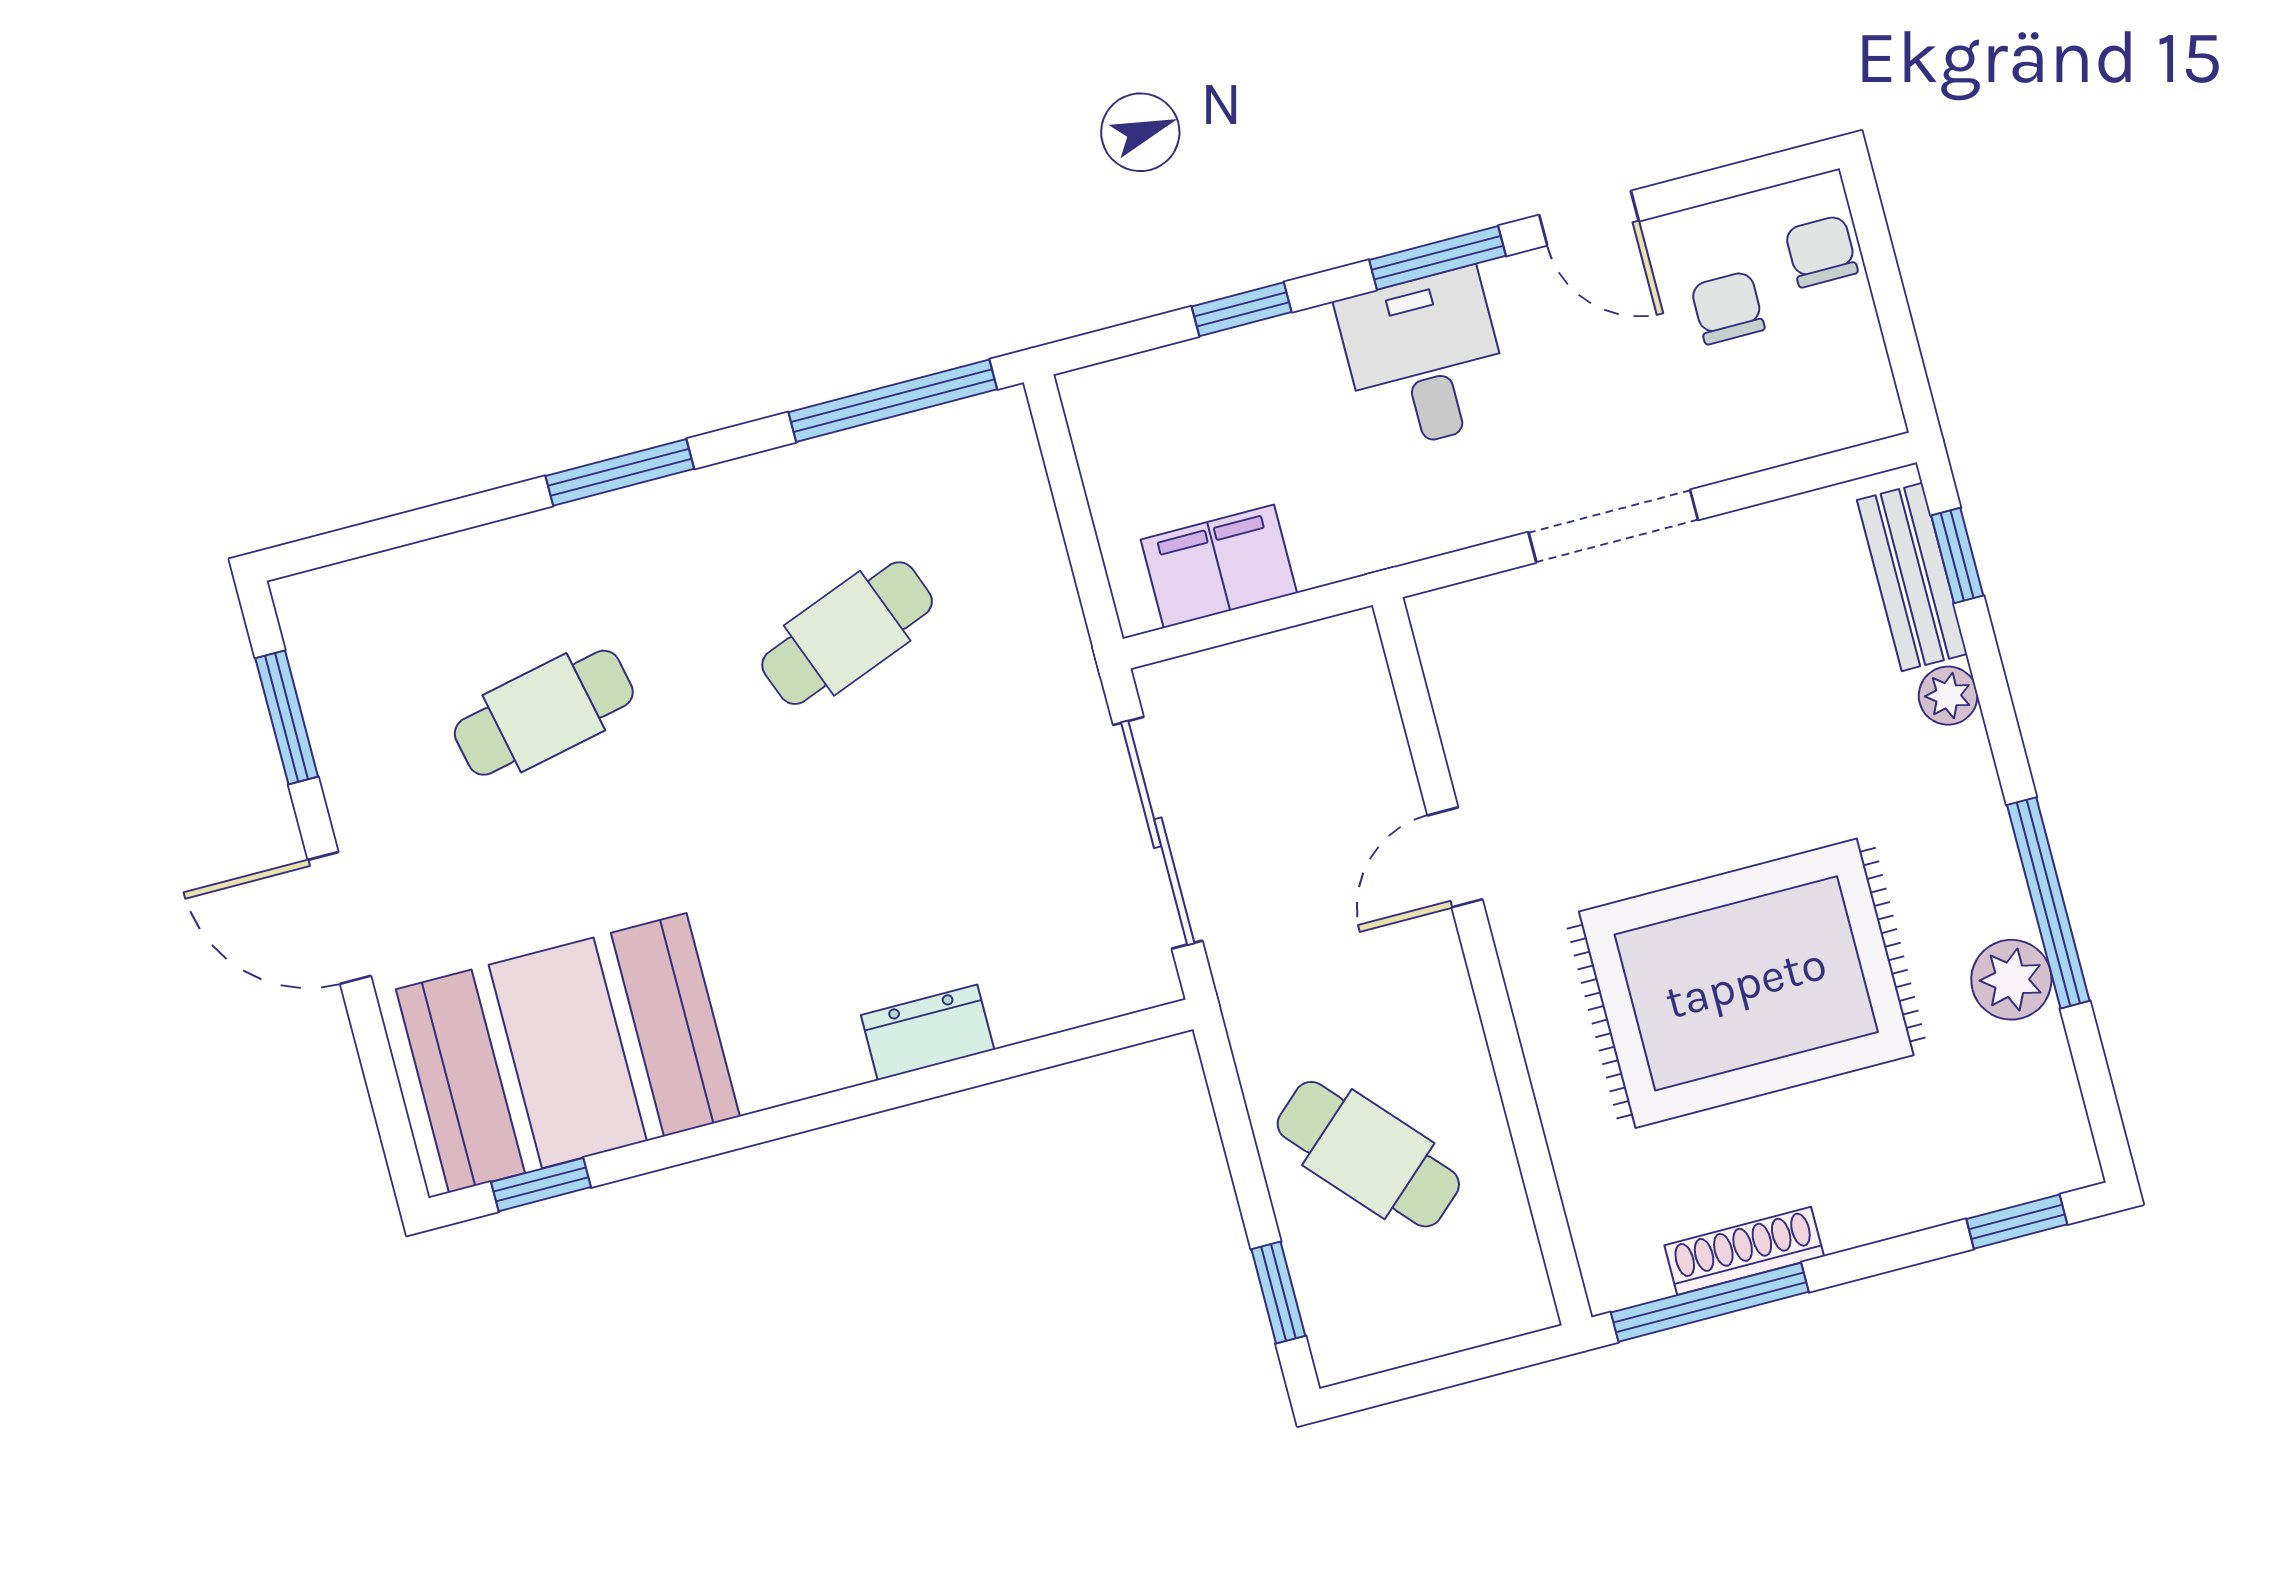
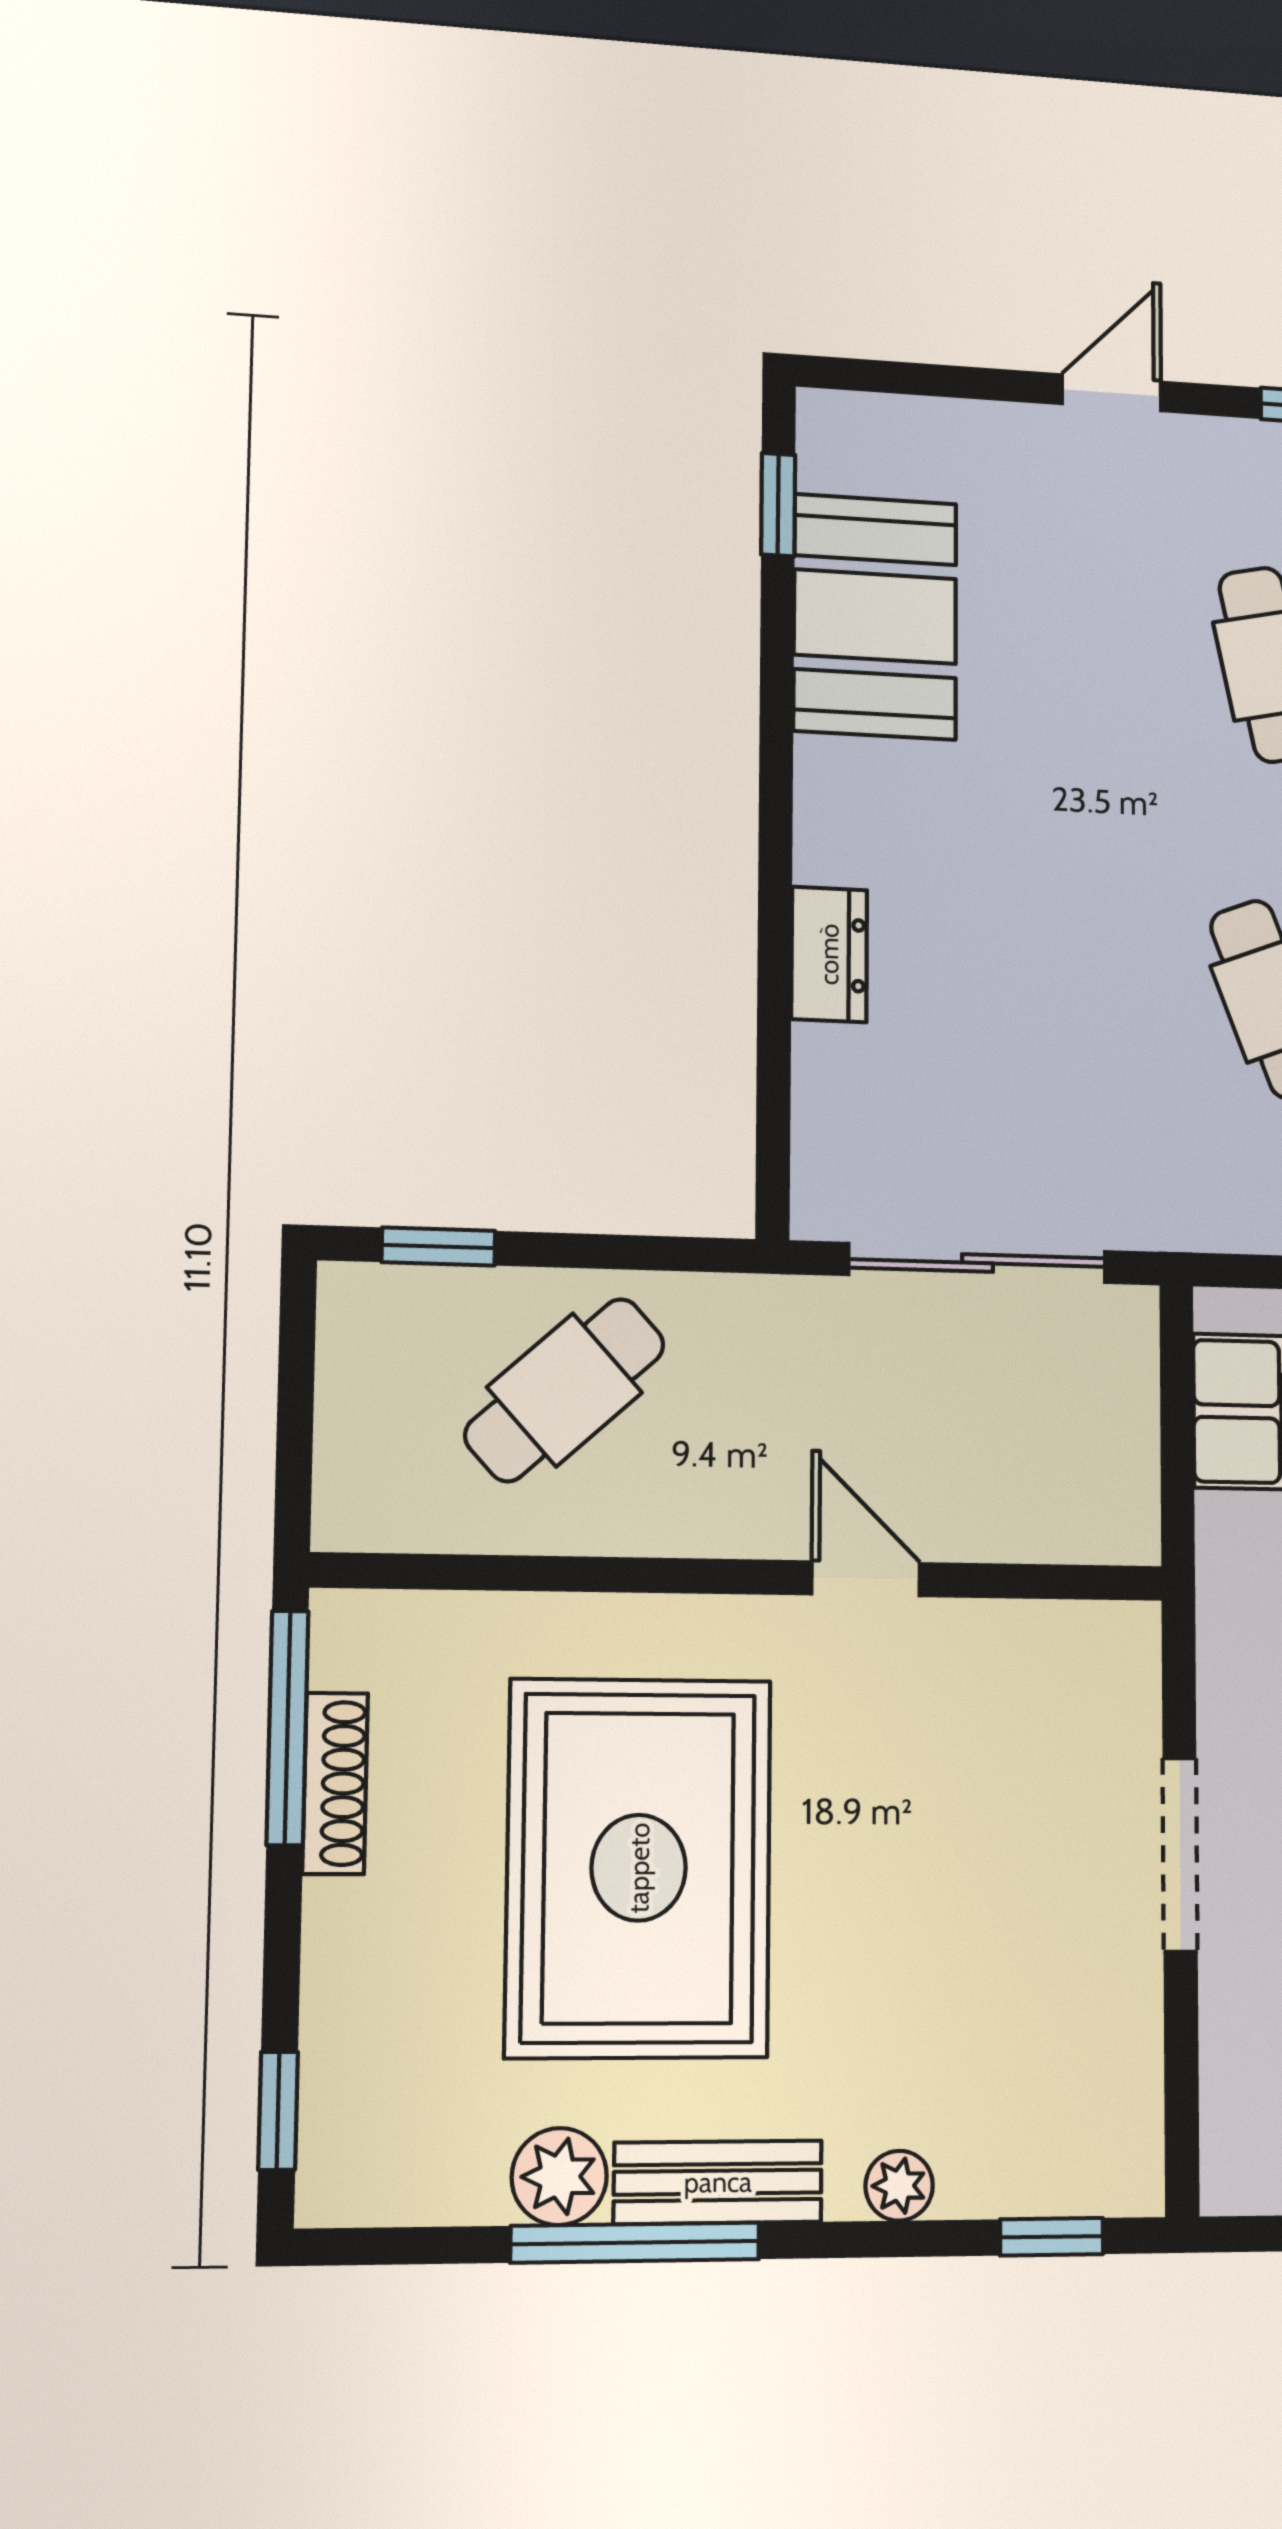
bench: (1912, 577) -> (718, 2182), moved
door: (339, 918) -> (1112, 393), width x0.73
booth: (568, 1053) -> (875, 617), width x0.73, depth x0.70

